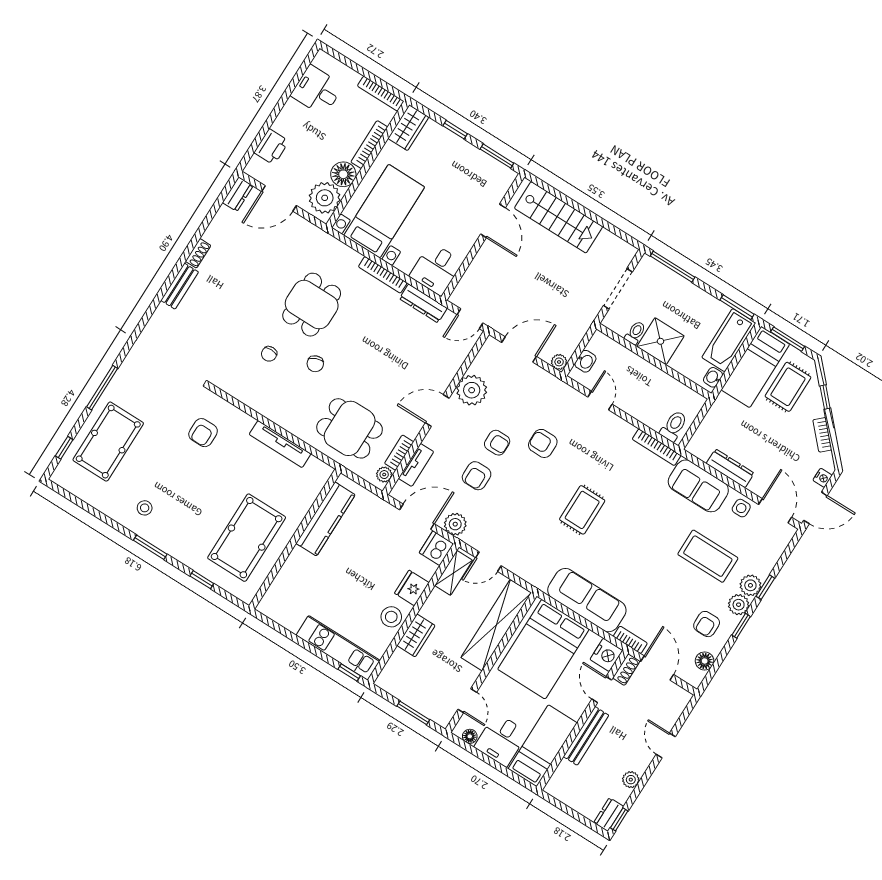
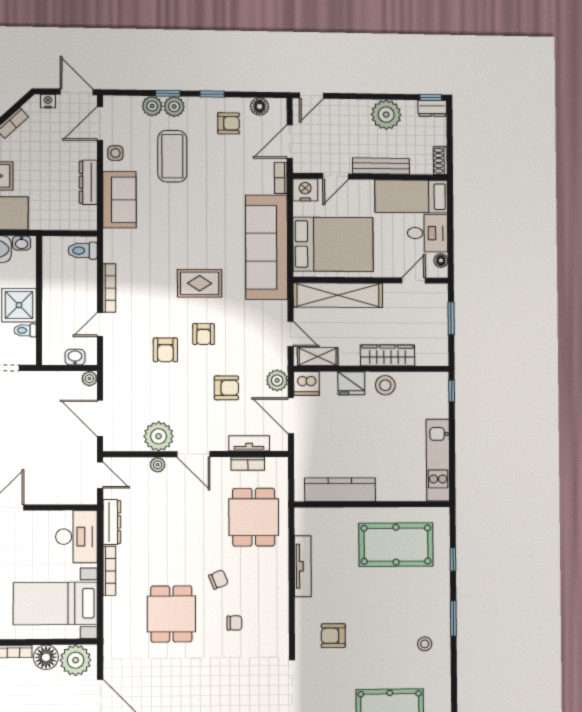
desk: (436, 269) -> (76, 537), width x1.37
dining table: (312, 305) -> (171, 614), turned 90
armchair: (203, 433) -> (333, 636), turned 180
armchair: (497, 443) -> (204, 334), moved, turned 180
bookcase: (657, 447) -> (109, 288), moved
plant: (384, 475) -> (158, 465), moved
sofa: (587, 600) -> (267, 247), width x1.36, depth x1.27
plant: (739, 605) -> (152, 106), moved
wardrobe: (416, 635) -> (388, 355), width x1.50
kitchen unit: (338, 648) -> (438, 460), moved
shoe rack: (626, 670) -> (440, 161), moved, turned -90
door: (666, 745) -> (311, 96), moved
plant: (631, 780) -> (386, 115), width x1.88, depth x1.88

